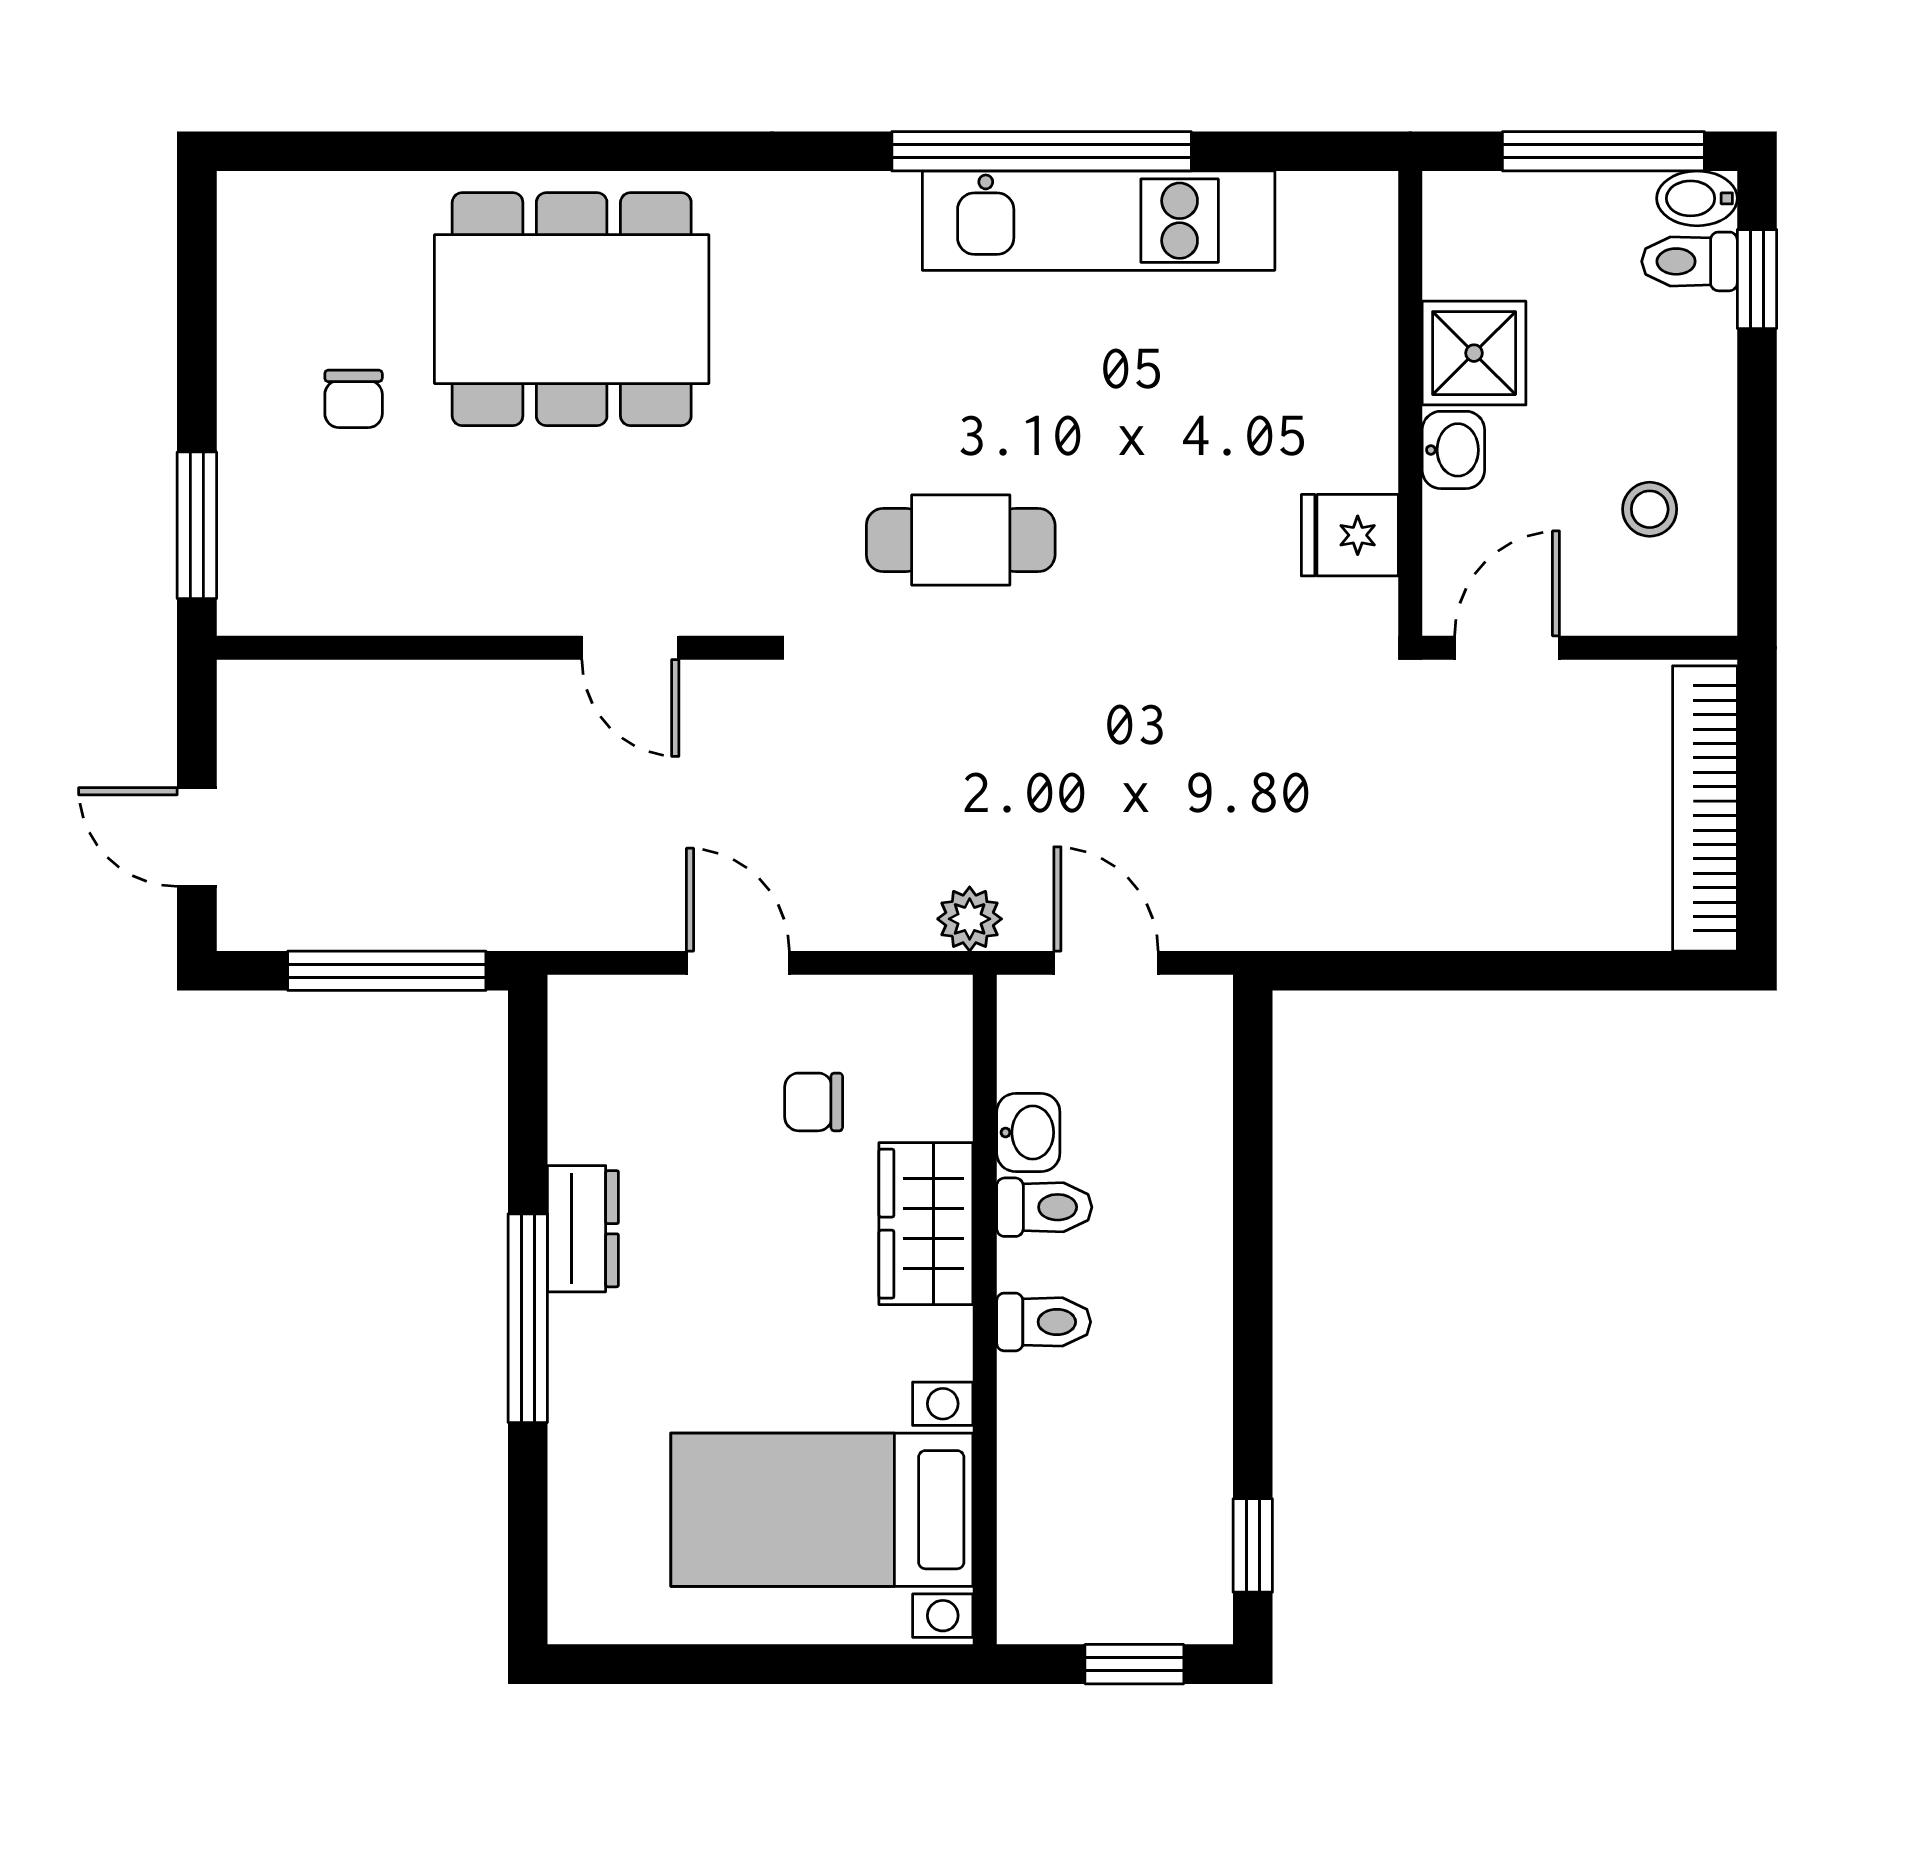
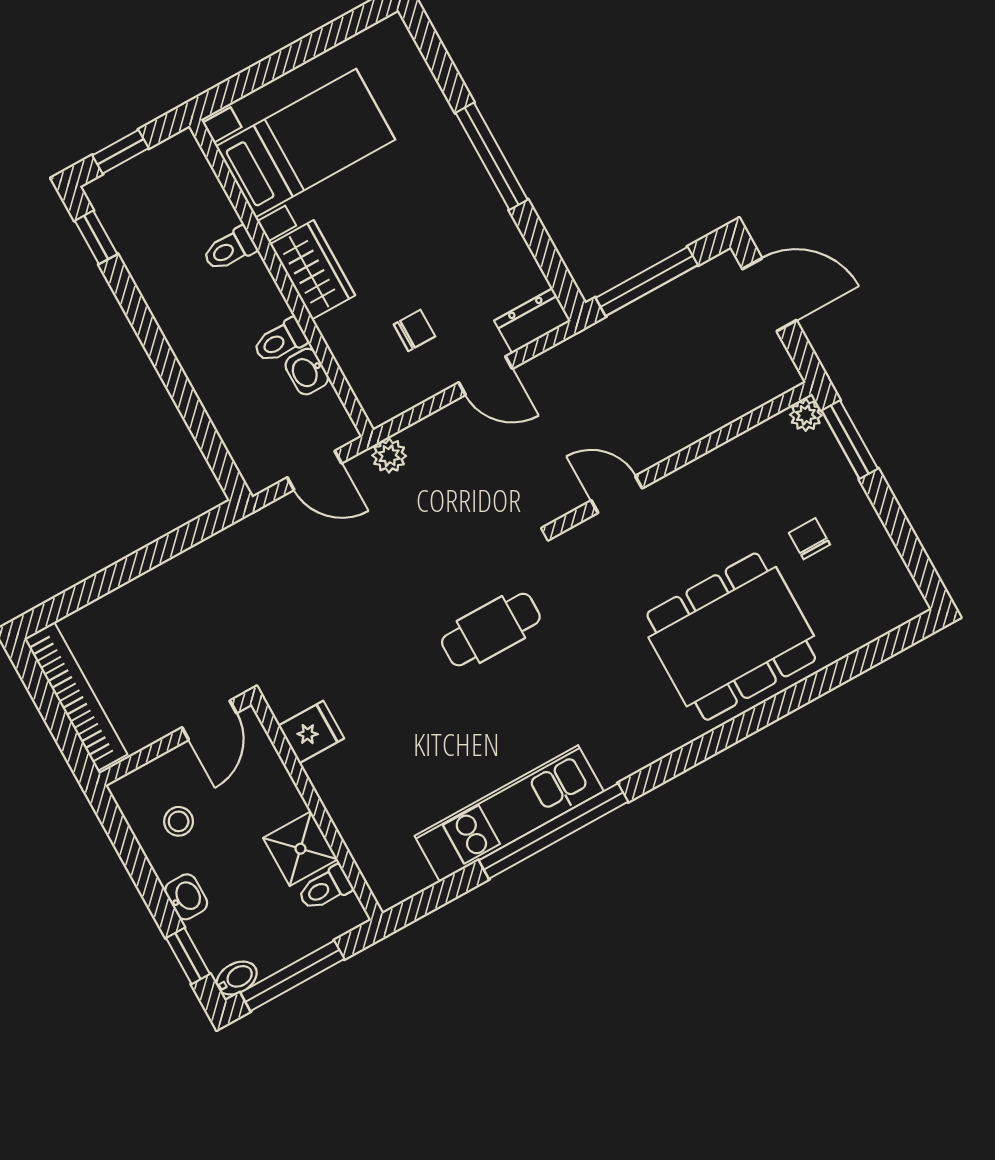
toilet: (1689, 261) -> (325, 888), moved, turned 180
washbasin: (1453, 450) -> (186, 897), moved, turned 180
plant: (247, 606) -> (806, 415), added
door: (197, 837) -> (769, 295), width x1.38
wardrobe: (926, 1224) -> (313, 270), moved
dresser: (583, 1229) -> (532, 321), moved, turned 90
toilet: (1044, 1322) -> (230, 249), moved

